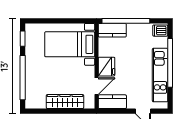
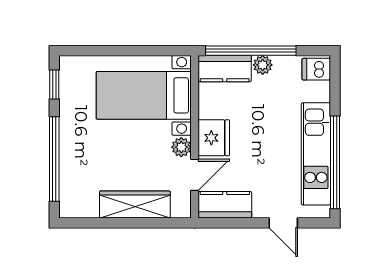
plant: (132, 28) -> (263, 65), added
window: (170, 63) -> (335, 162), moved
plant: (89, 71) -> (181, 147), added

